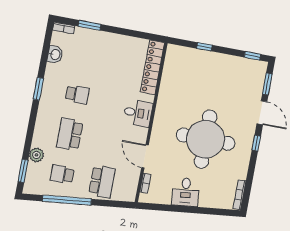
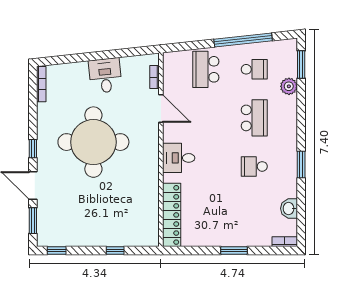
window: (90, 25) -> (234, 250), moved

